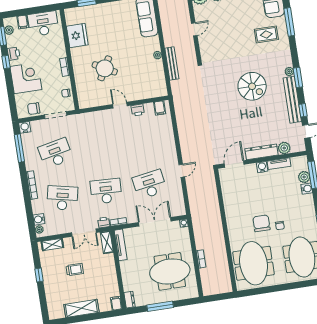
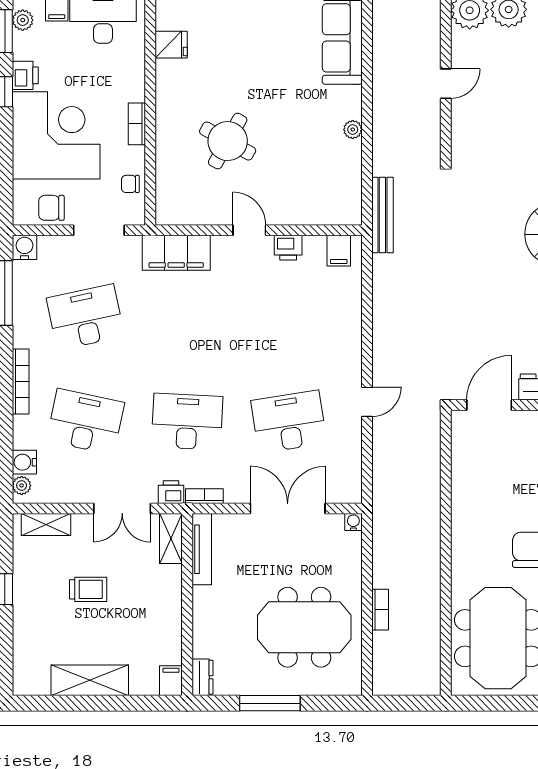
fridge: (77, 35) -> (171, 45), width x0.53, depth x0.75
bench: (172, 63) -> (382, 215), moved
corner desk: (26, 78) -> (56, 135), width x1.36, depth x1.36
filing cabinet: (90, 120) -> (176, 253), added

